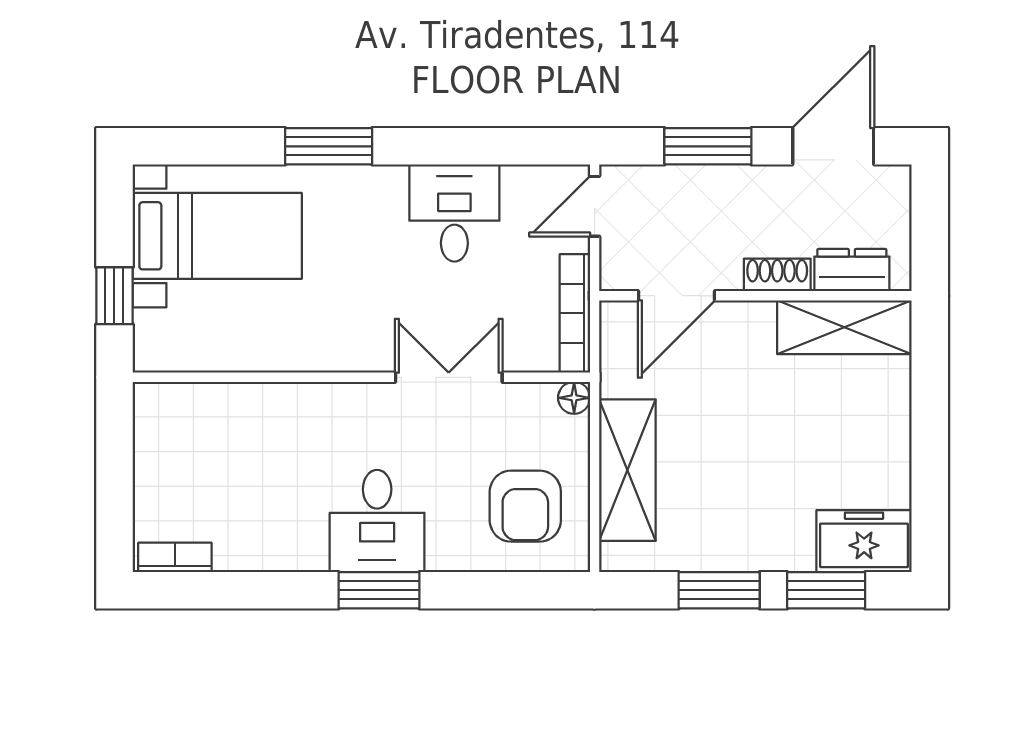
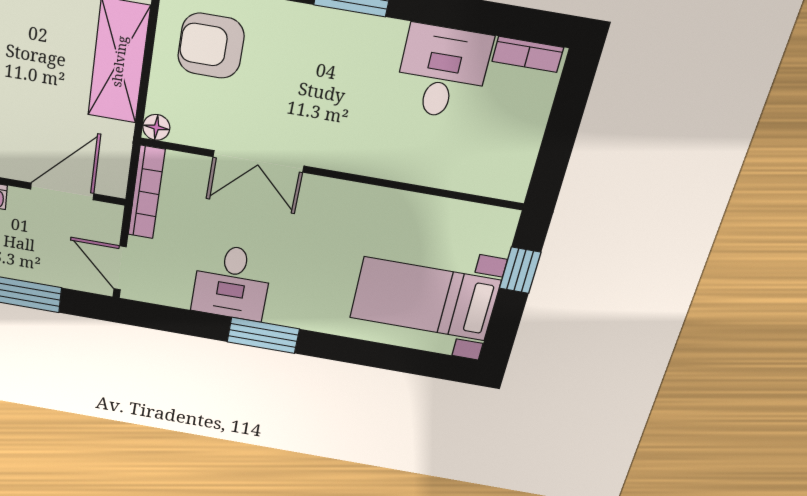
window: (329, 146) -> (263, 335), moved
door: (595, 206) -> (120, 268), swing flipped
armchair: (525, 506) -> (211, 46), turned -90
desk: (377, 521) -> (442, 72), moved

